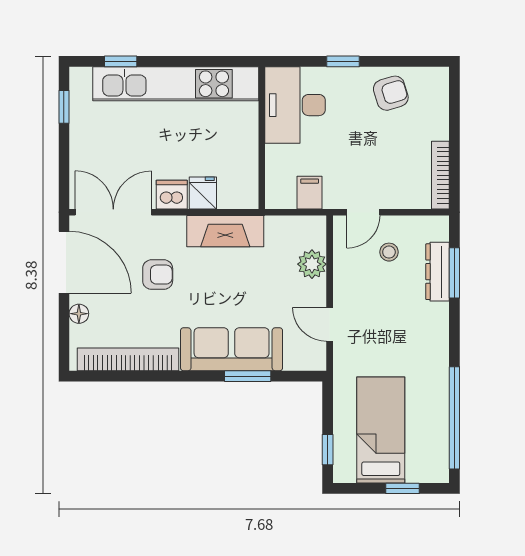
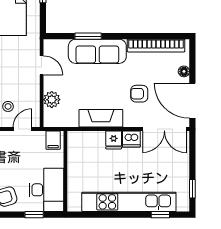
desk: (295, 105) -> (46, 190), moved
wall: (262, 138) -> (65, 171), moved

